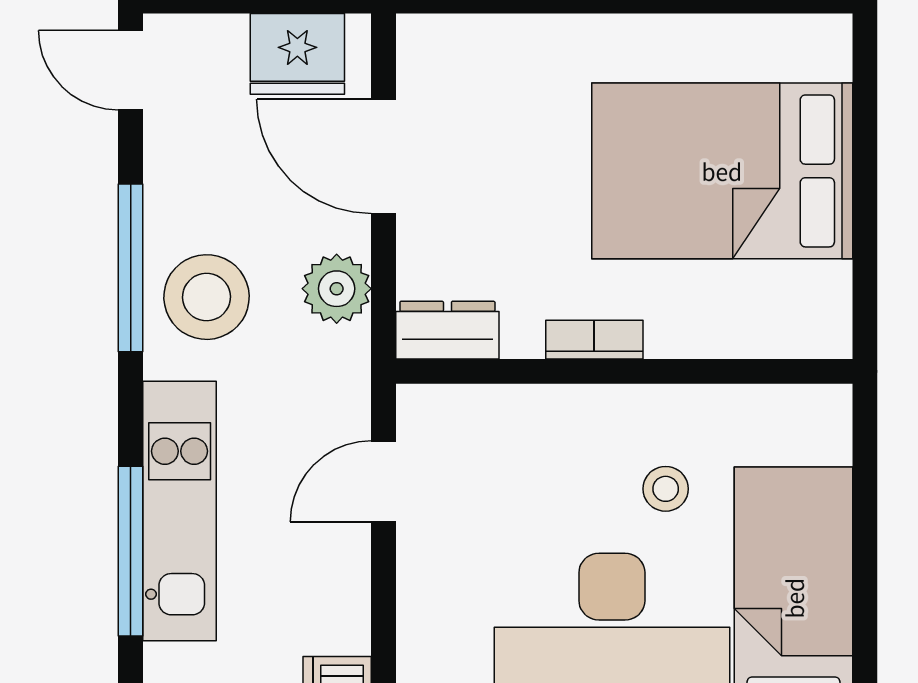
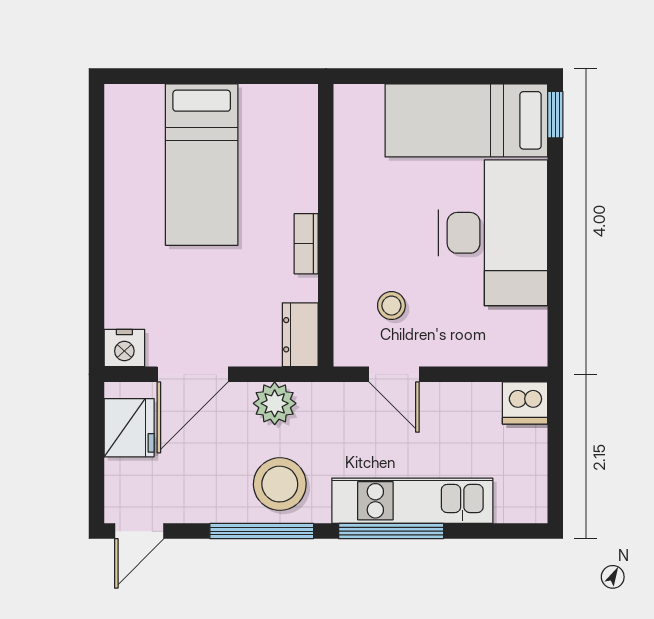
nightstand: (426, 46) -> (124, 348), added
bed: (722, 171) -> (202, 165), width x0.67
stool: (666, 489) -> (391, 306), moved
window: (131, 551) -> (391, 531), moved

